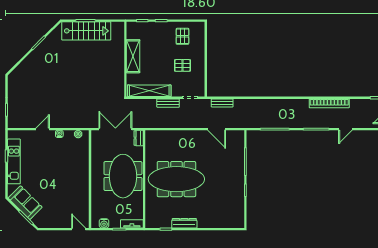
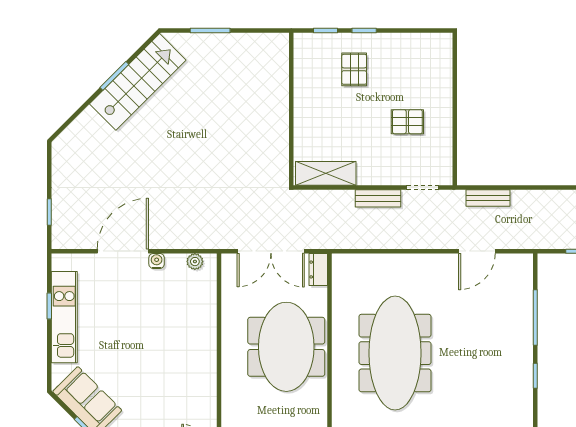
stairs: (86, 31) -> (138, 82), moved, turned -45
pallet: (182, 36) -> (354, 69), moved
shelving: (133, 56) -> (307, 103), removed
shelving: (149, 91) -> (326, 173), width x0.68
door: (43, 129) -> (123, 251), width x1.87
double door: (115, 129) -> (271, 251), swing flipped
door: (217, 129) -> (477, 251), hinge flipped
meeting table: (176, 179) -> (395, 353), turned 90

